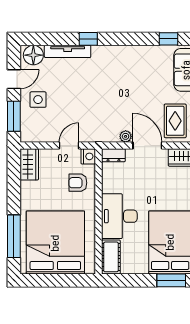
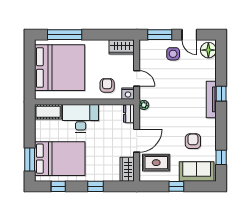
tv unit: (68, 51) -> (211, 99), moved
armchair: (148, 75) -> (193, 141), added
plant: (126, 136) -> (144, 105), moved

